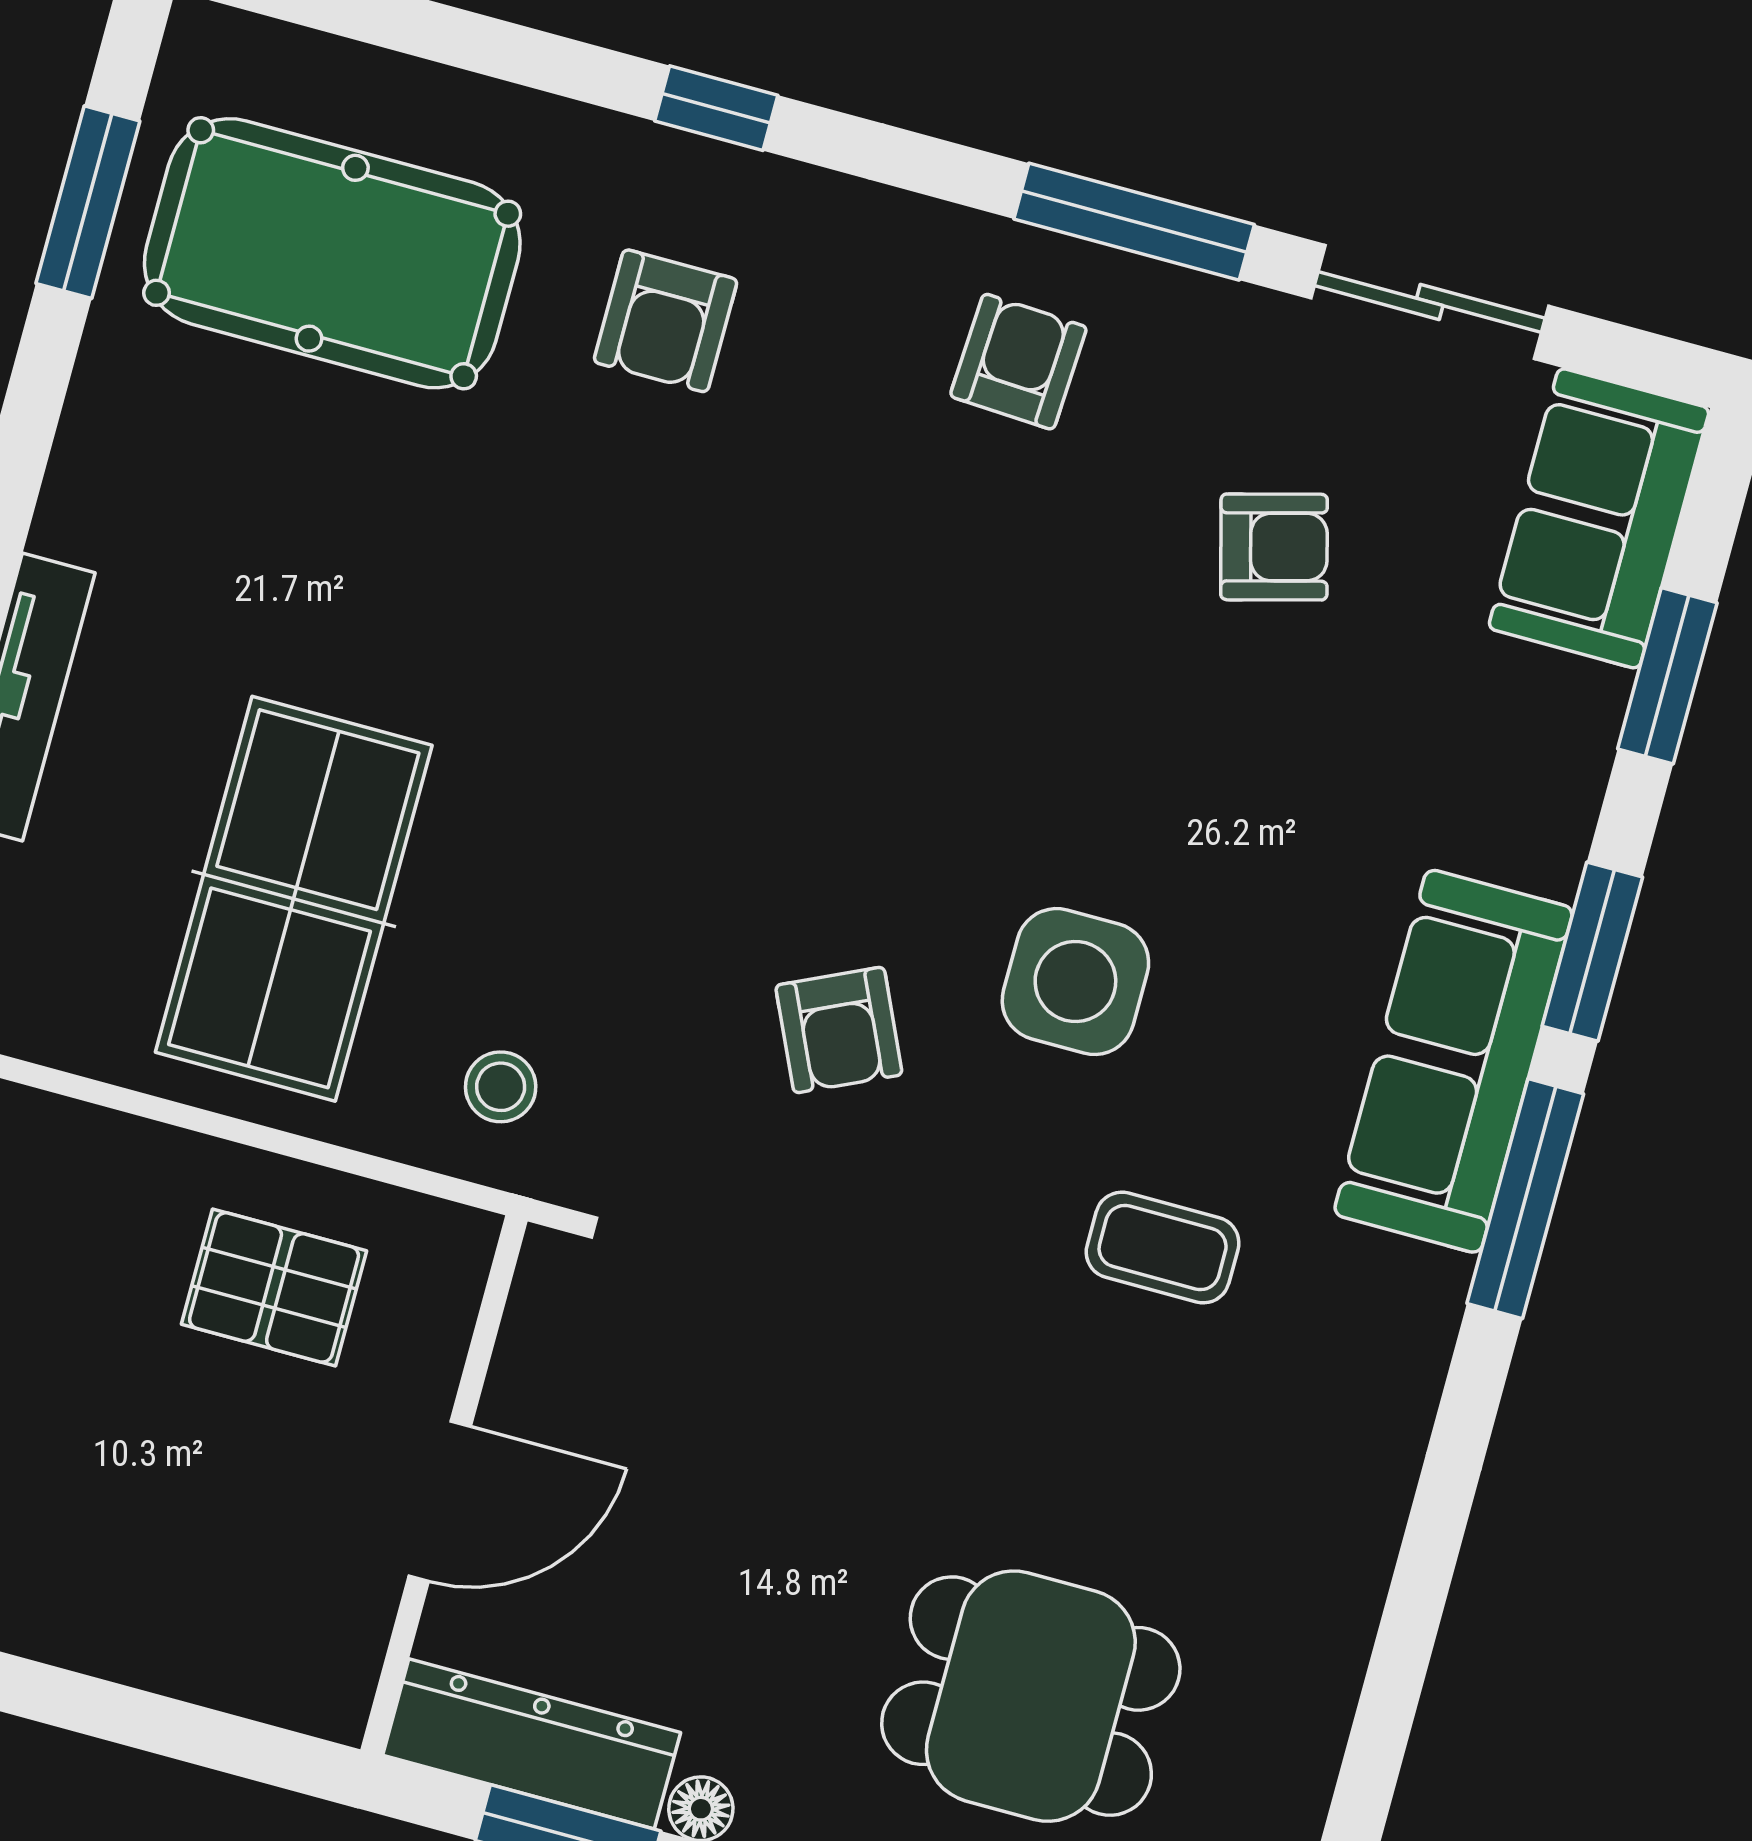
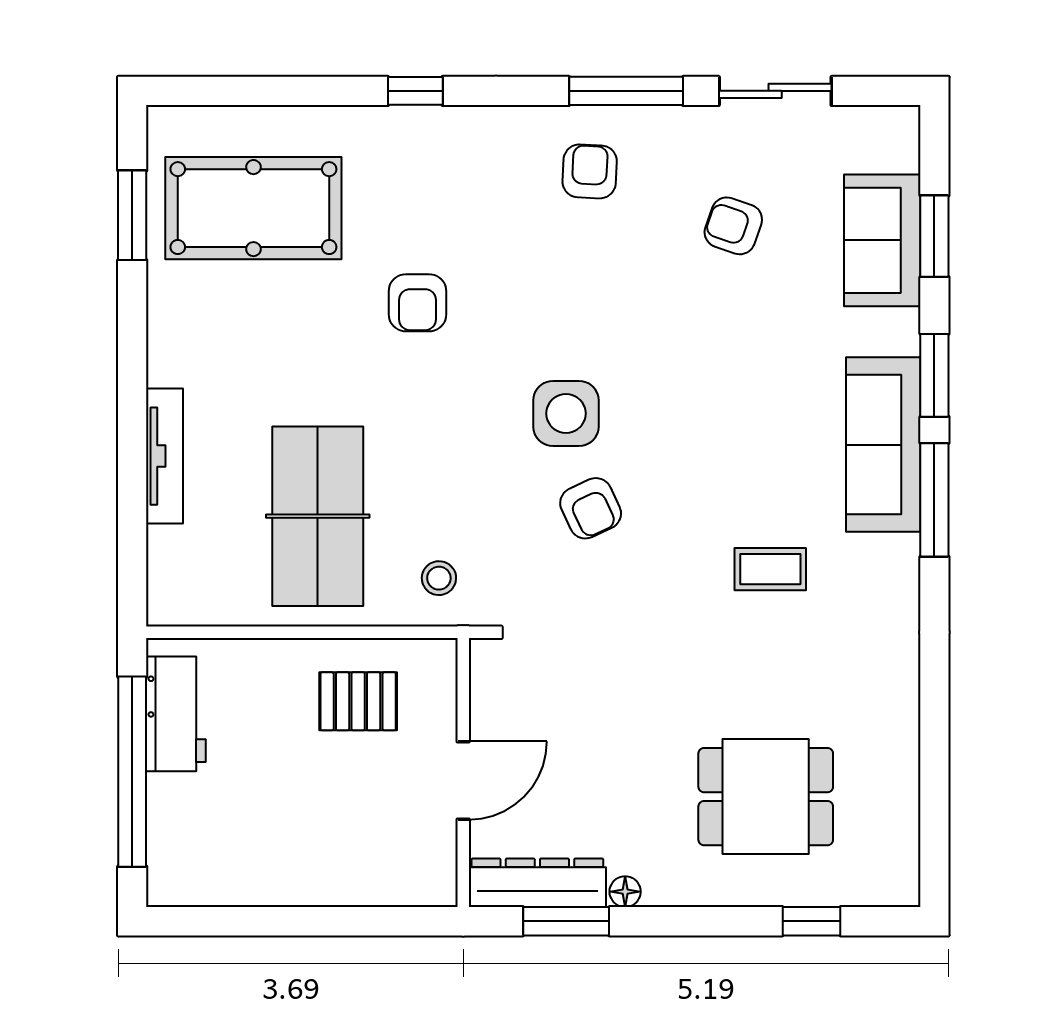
armchair: (666, 321) -> (418, 303), moved
sofa: (1599, 518) -> (882, 240), moved
armchair: (1274, 547) -> (733, 226), turned -146
side table: (1075, 982) -> (566, 413), moved

